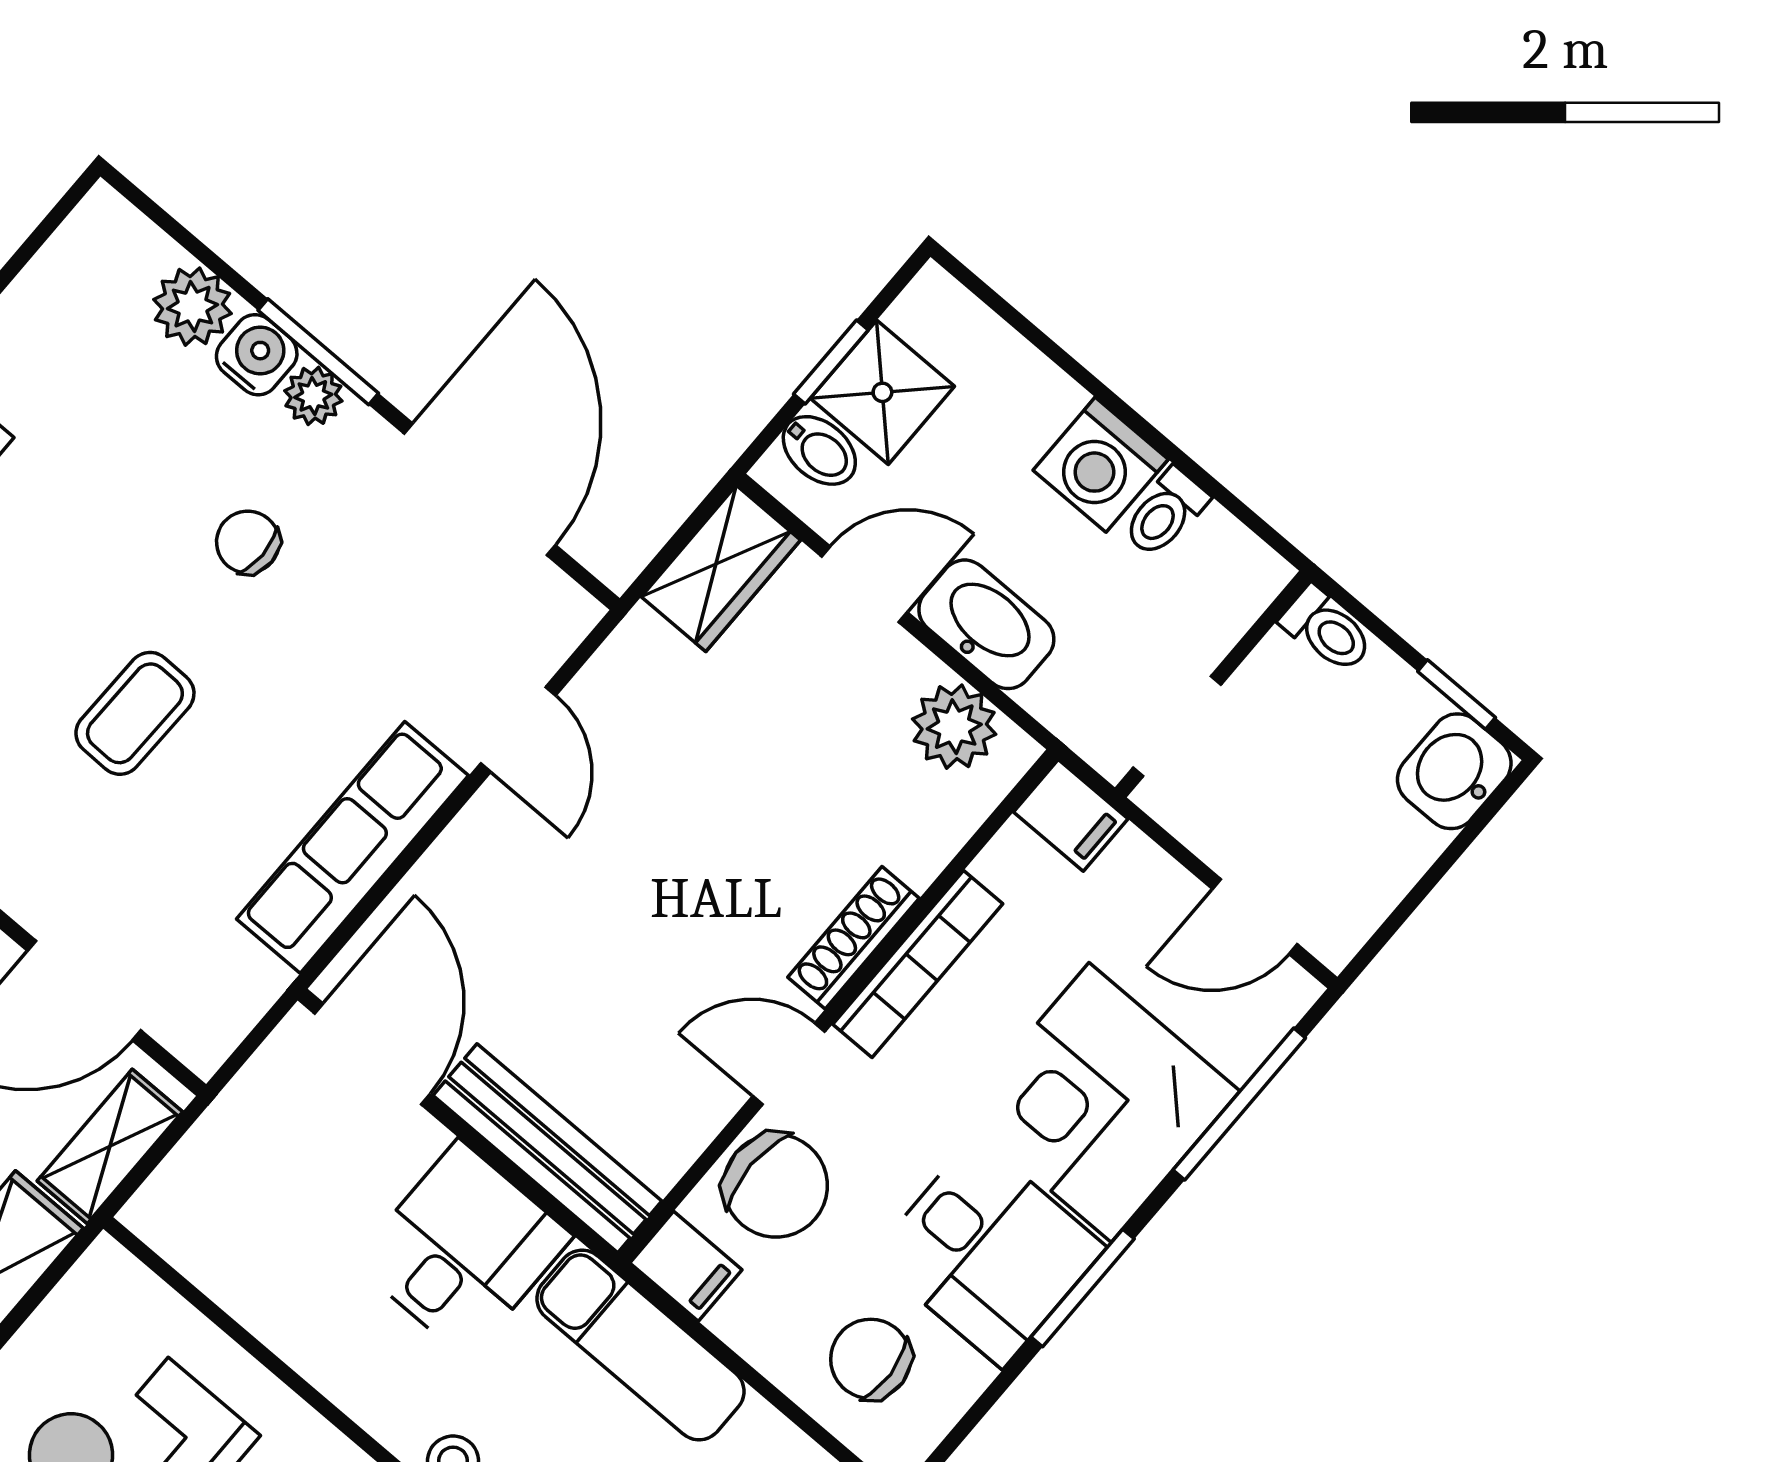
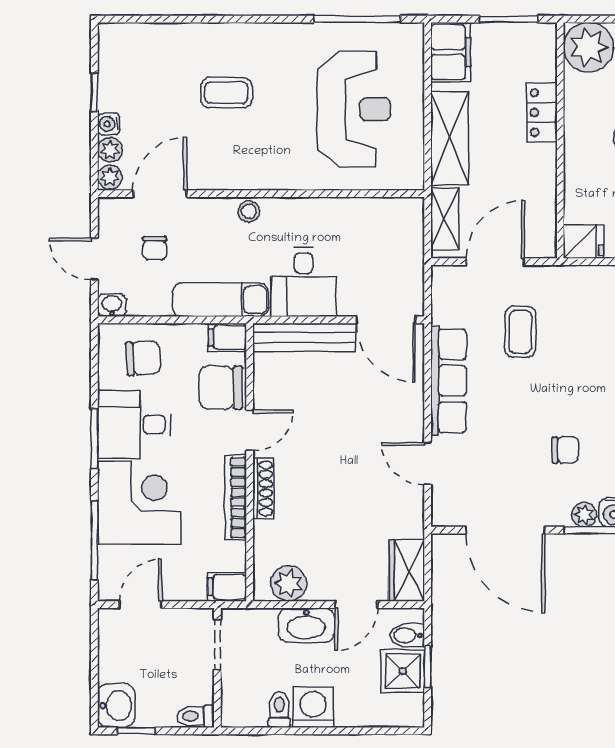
coffee table: (135, 713) -> (520, 332), moved

